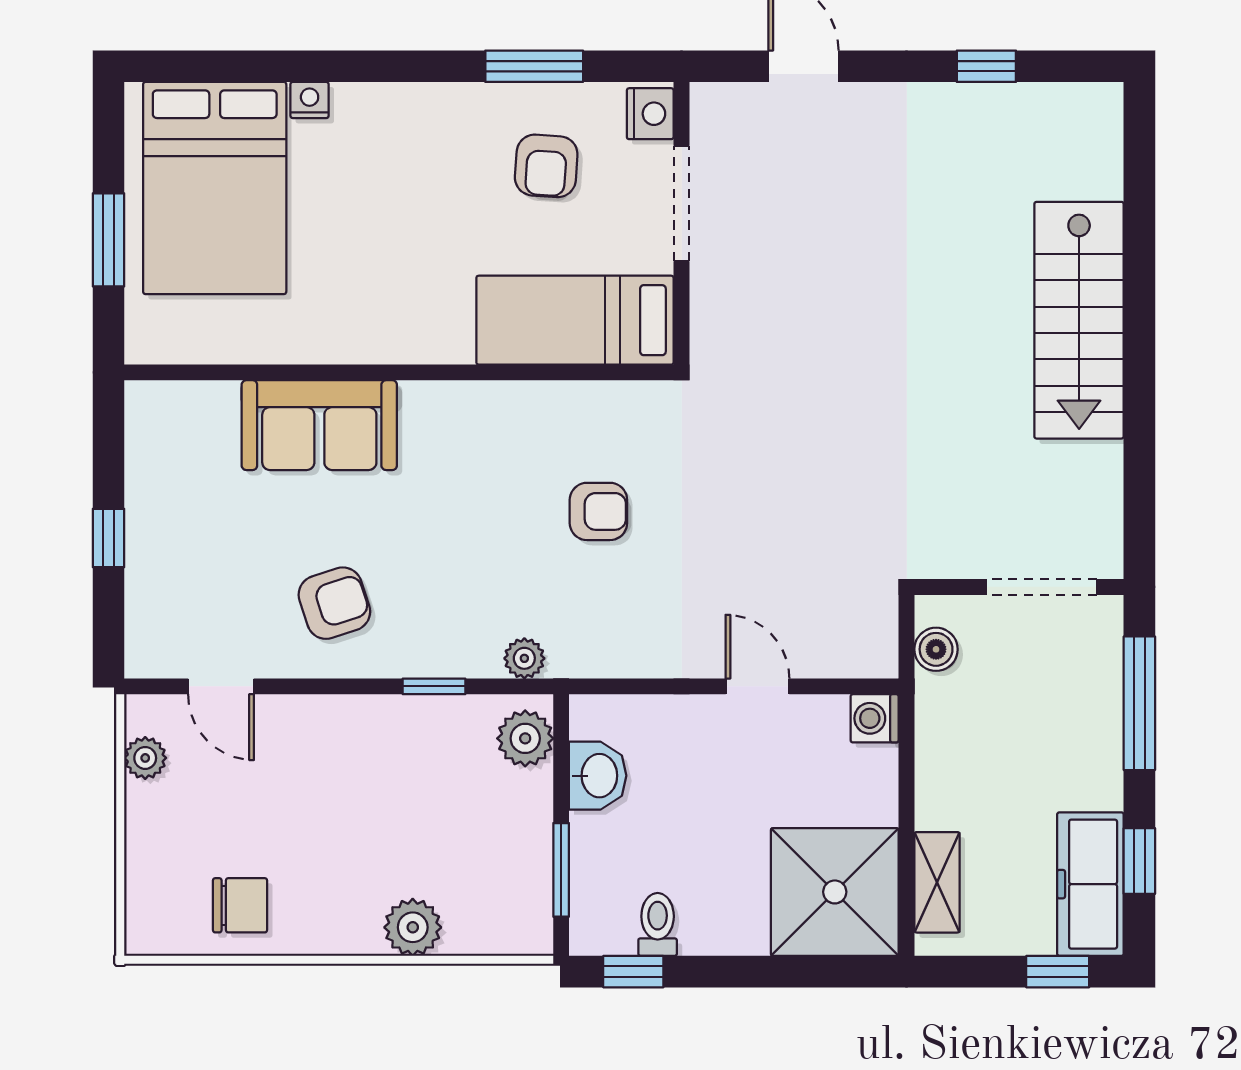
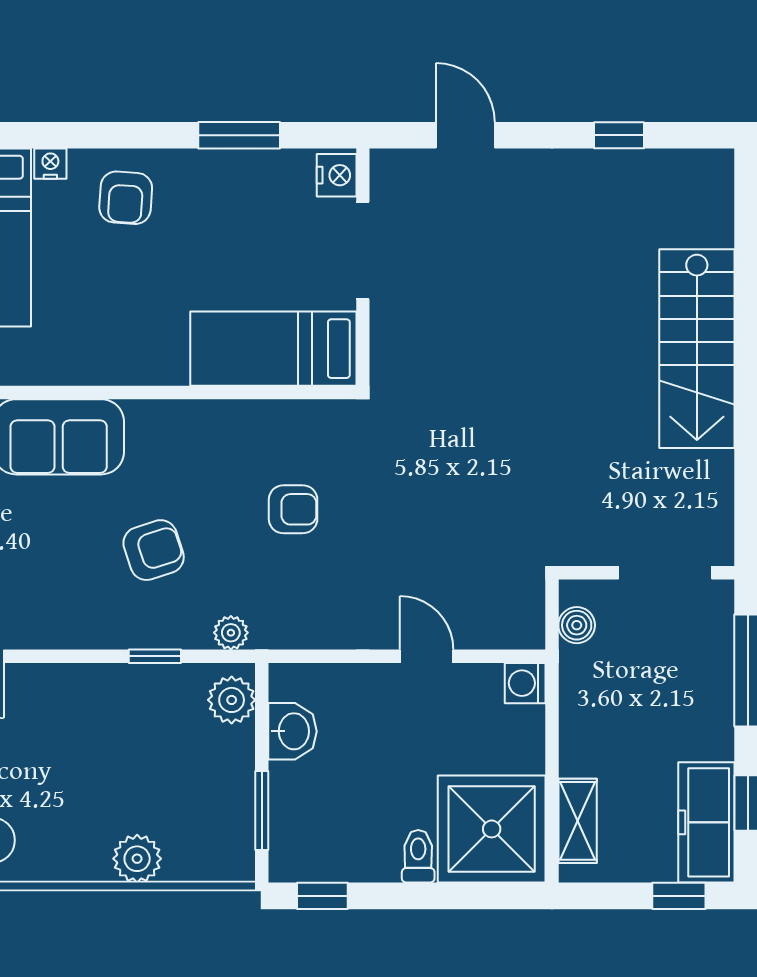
armchair: (546, 166) -> (126, 198), moved
armchair: (334, 603) -> (154, 550), moved
toilet: (658, 924) -> (418, 856), moved

